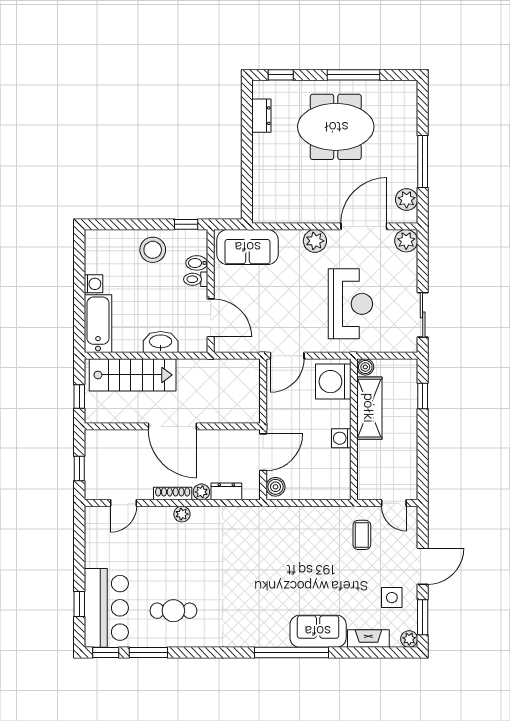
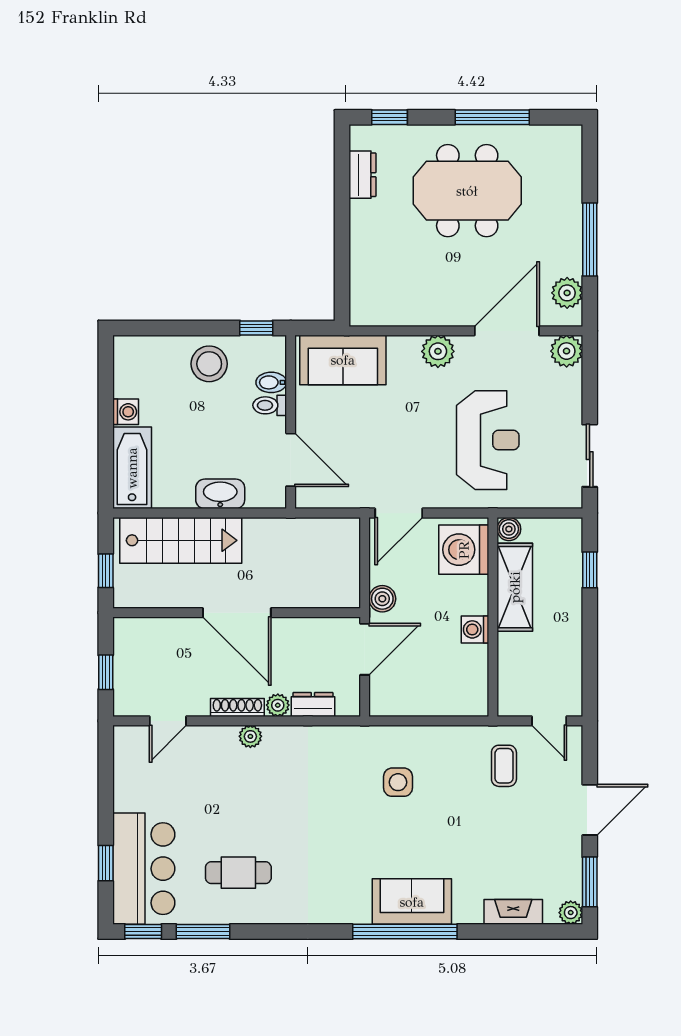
boiler: (276, 487) -> (382, 599), moved
side table: (392, 598) -> (398, 782), moved
sofa: (318, 631) -> (412, 902), moved

